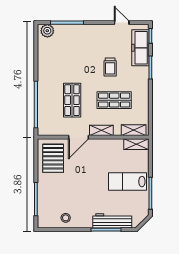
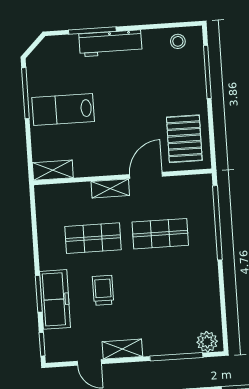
freezer: (140, 48) -> (55, 299), moved
shop shelf: (72, 100) -> (160, 234), turned 90
shelving: (134, 130) -> (122, 349), moved
lab bench: (127, 182) -> (63, 110), turned 180
stool: (66, 218) -> (178, 41), moved
workbench: (112, 221) -> (110, 43), moved

